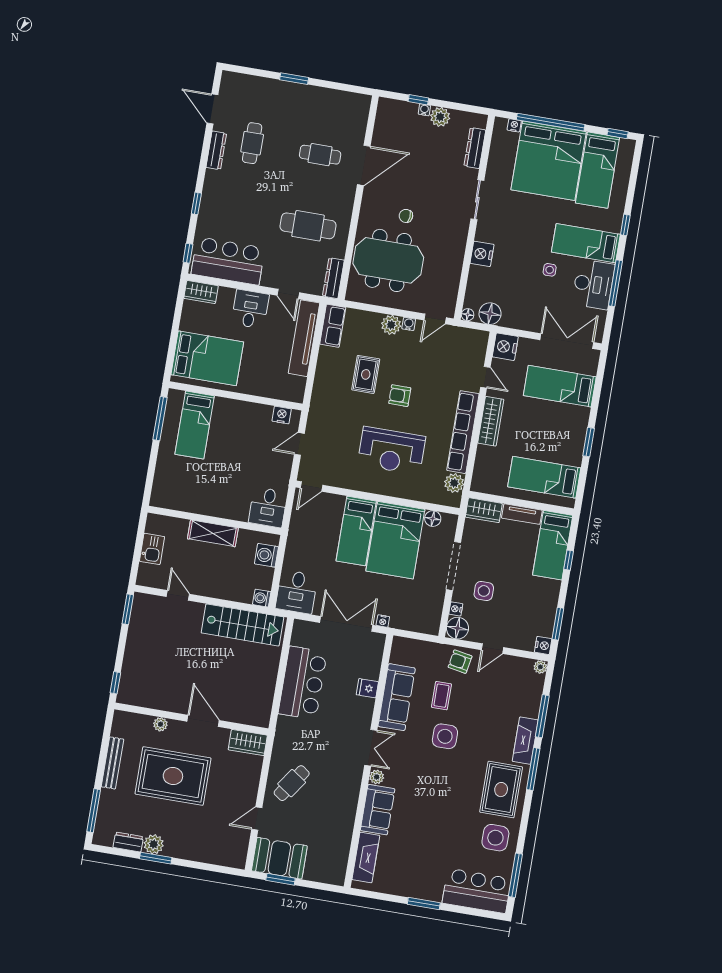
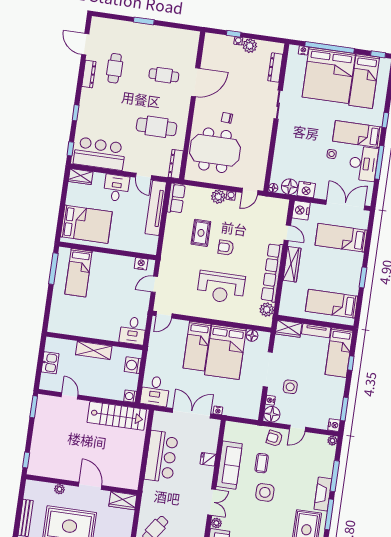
nightstand: (482, 254) -> (306, 190), moved, turned -90

